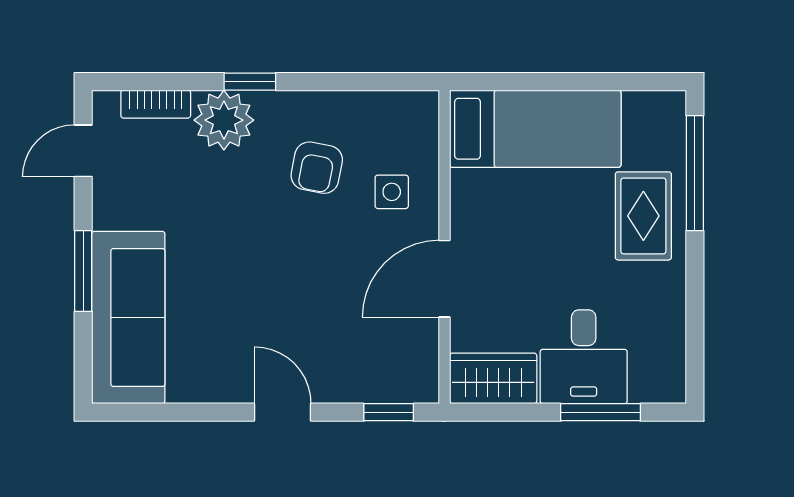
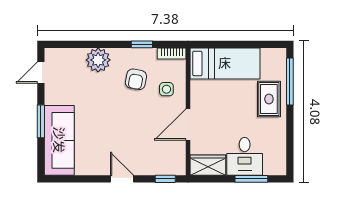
window: (250, 82) -> (142, 44), moved
bookcase: (156, 104) -> (172, 53), moved

